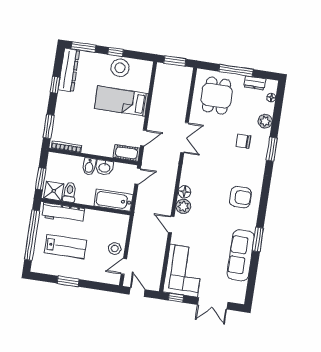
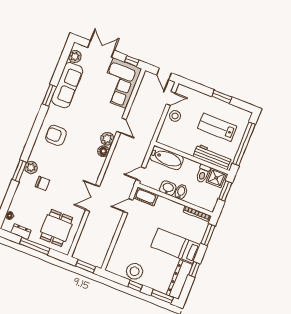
bed: (121, 101) -> (175, 246), moved, turned 180
plant: (265, 121) -> (31, 167), moved
plant: (240, 288) -> (75, 57), added

